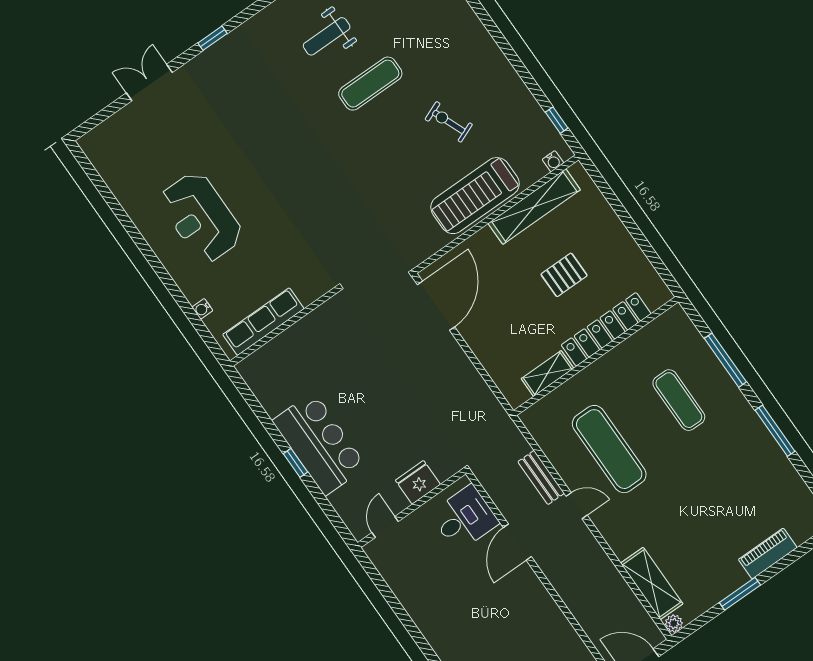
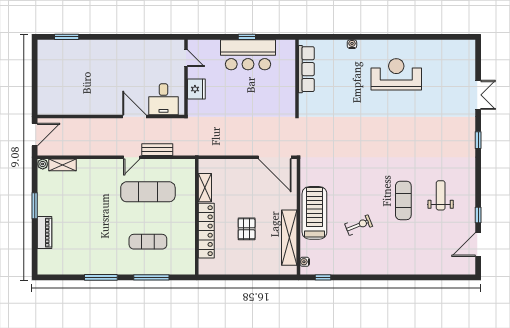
row of seats: (263, 322) -> (306, 69), moved
wall: (284, 327) -> (297, 77), moved
shelving: (652, 583) -> (62, 165), width x0.67, depth x0.75

